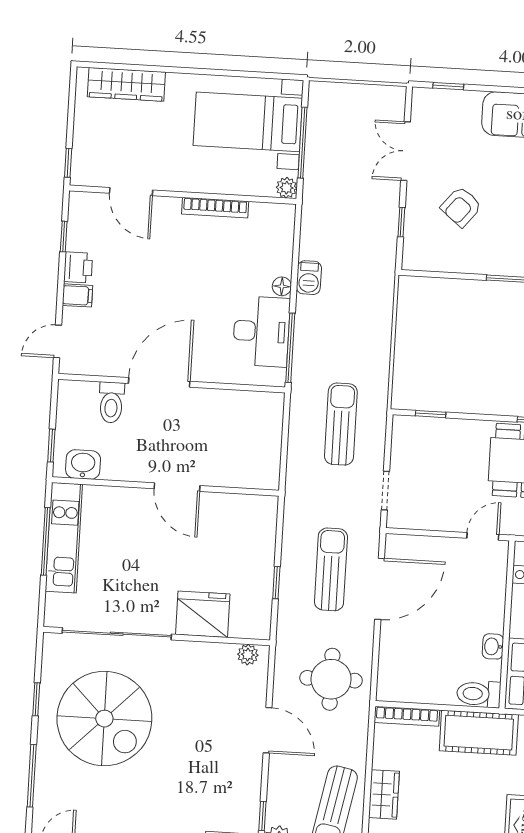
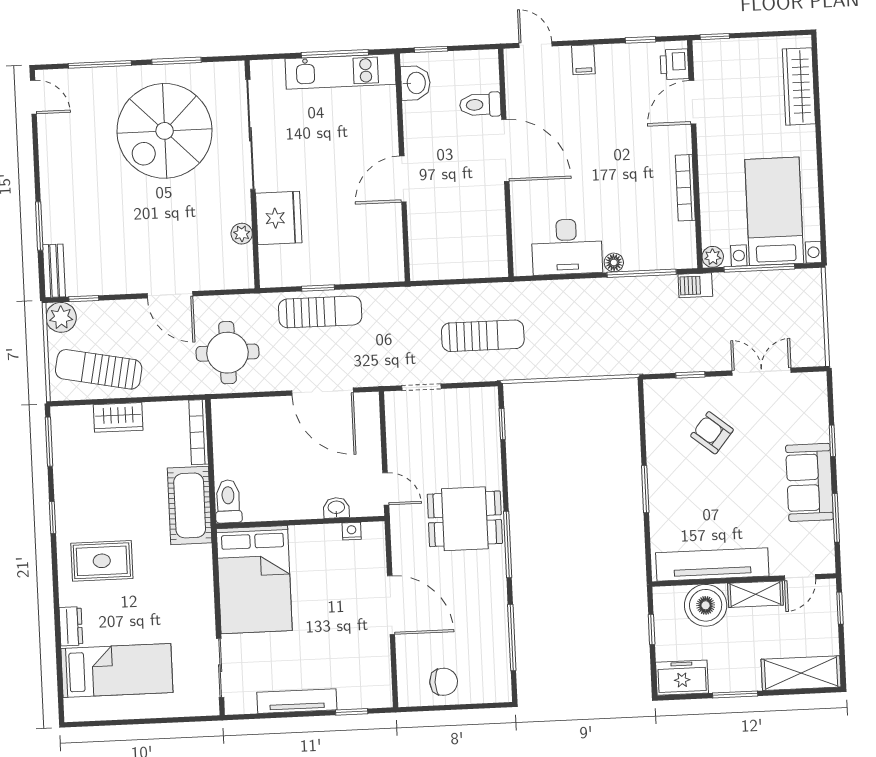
window: (448, 86) -> (832, 441), moved
printer: (78, 267) -> (674, 64), moved, turned 90
barbecue: (309, 278) -> (695, 285), moved
window: (290, 348) -> (642, 273), moved
sun lounger: (331, 569) -> (320, 312), moved
washbasin: (493, 646) -> (336, 508), moved
plant: (248, 655) -> (242, 234), moved
window: (36, 699) -> (176, 61), width x1.50
door: (268, 730) -> (170, 295), hinge flipped

